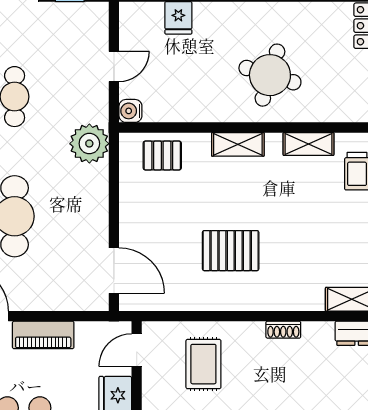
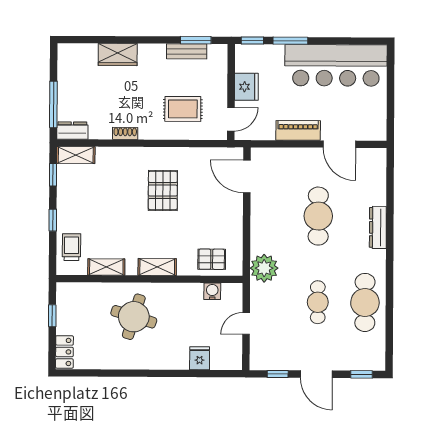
water cooler: (130, 111) -> (212, 291), moved, turned -90
pallet: (231, 251) -> (163, 190), turned 90
rug: (203, 364) -> (183, 109), turned 90

